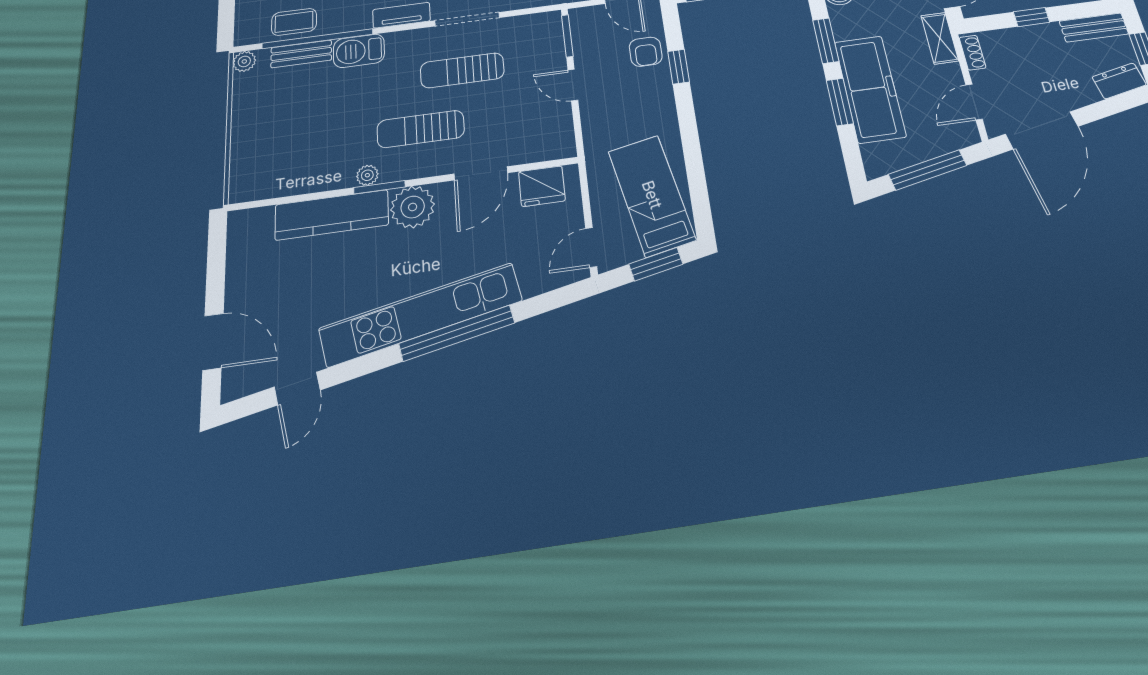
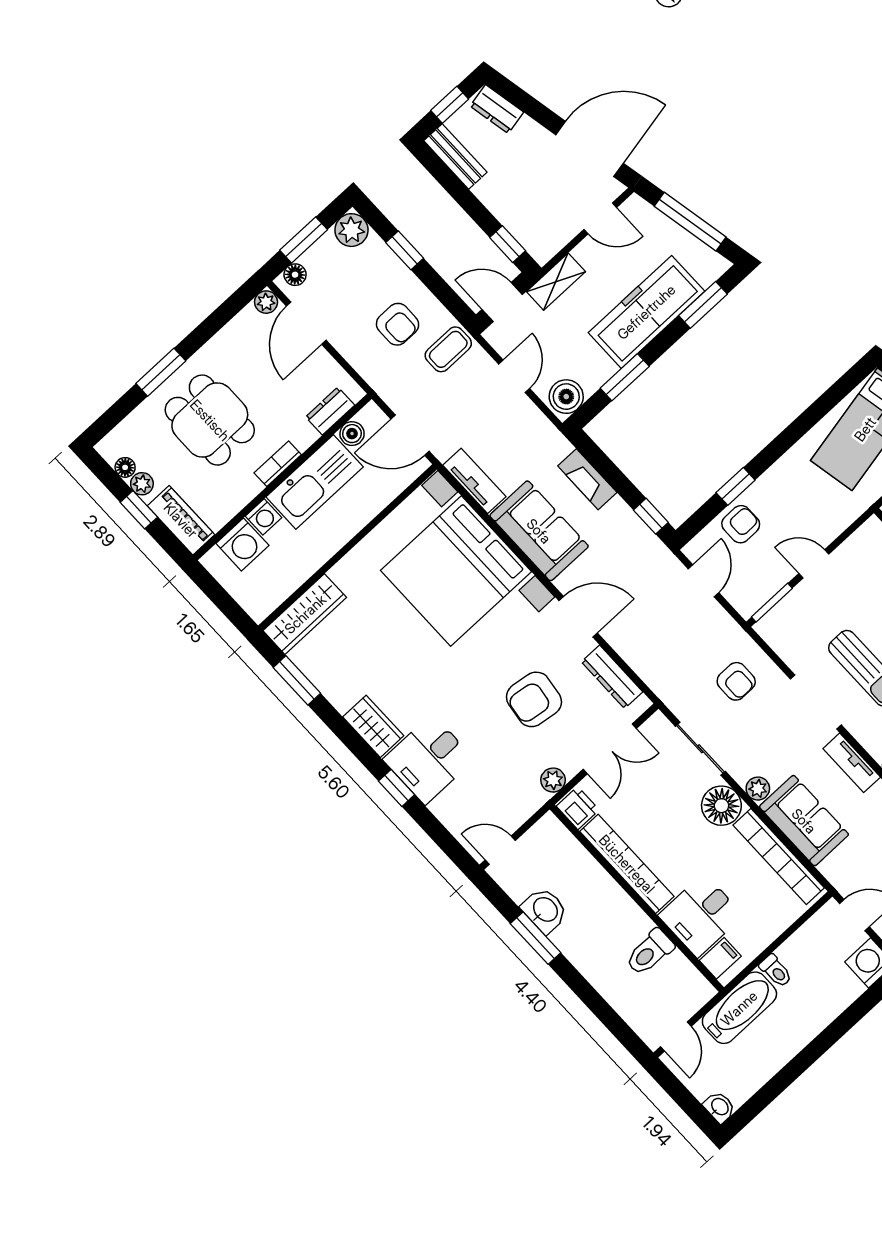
window: (1032, 17) -> (508, 244), moved
shoe rack: (973, 53) -> (552, 246), removed
door: (573, 85) -> (814, 564), swing flipped
window: (840, 102) -> (703, 305), moved

